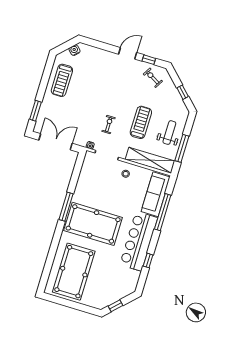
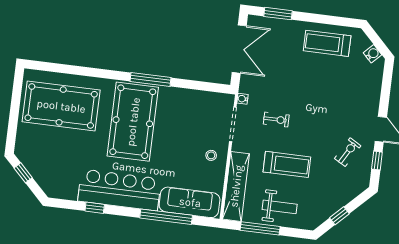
exercise bike: (153, 78) -> (348, 152), moved

